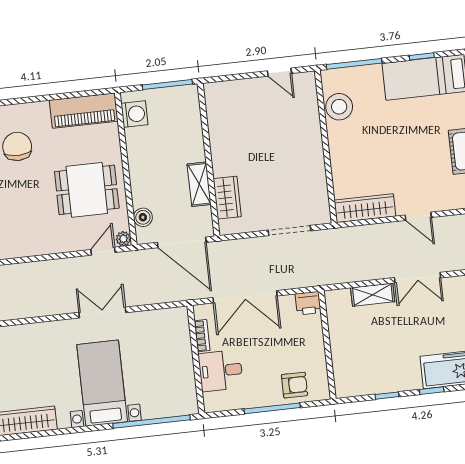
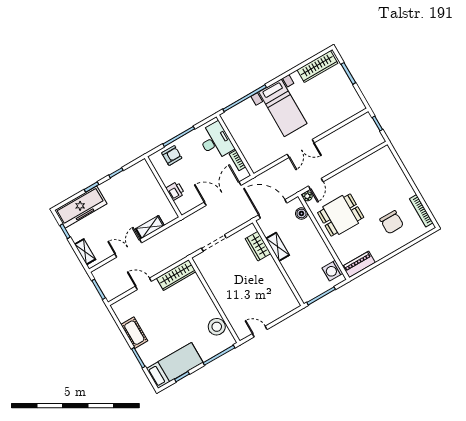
piano: (84, 111) -> (359, 264), width x0.73, depth x0.75
printer: (308, 303) -> (175, 191), moved, turned 90
desk: (221, 371) -> (216, 141), width x1.37
armchair: (295, 385) -> (172, 155), turned 180

